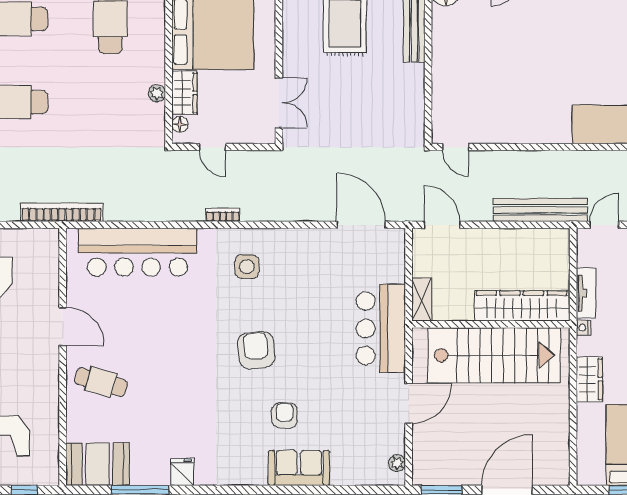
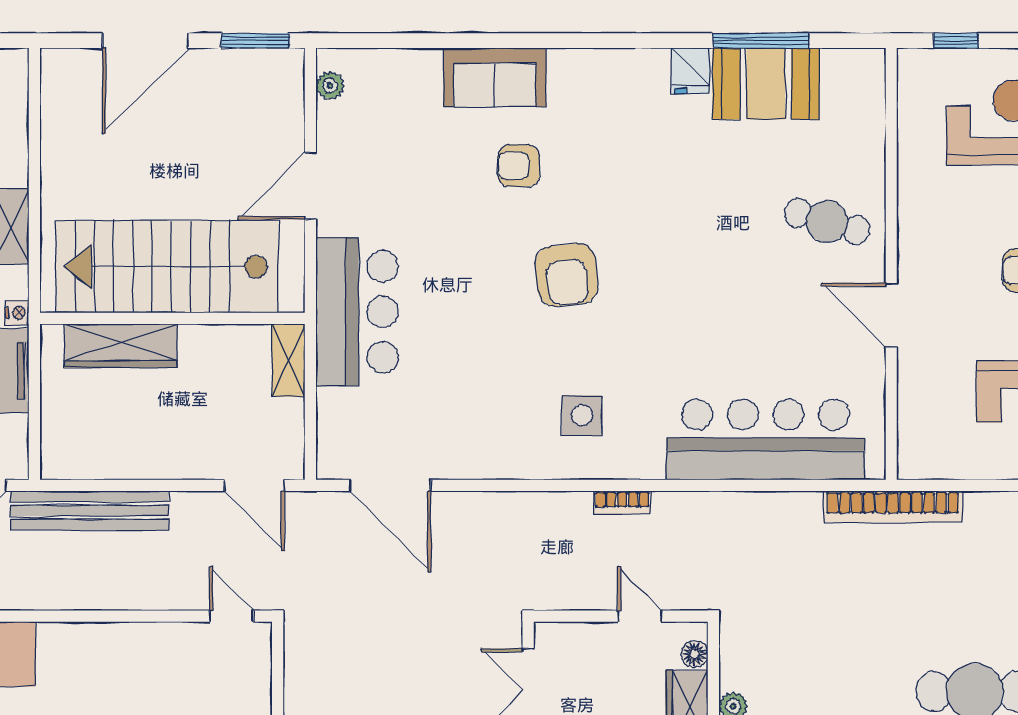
wardrobe: (522, 306) -> (121, 346), width x0.71, depth x0.85
armchair: (285, 415) -> (519, 166), turned 90
booth: (98, 464) -> (766, 84), moved

